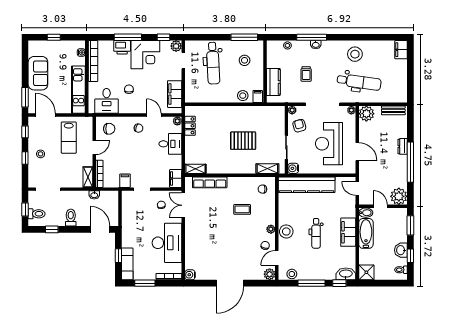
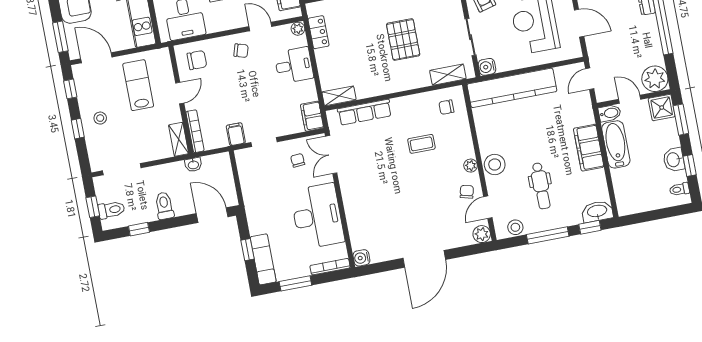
lab bench: (69, 138) -> (138, 85), turned 180
pallet: (243, 141) -> (403, 40), turned 90
door: (357, 188) -> (590, 79), hinge flipped
dental chair: (316, 233) -> (541, 186), moved
shower: (366, 272) -> (662, 108), moved

